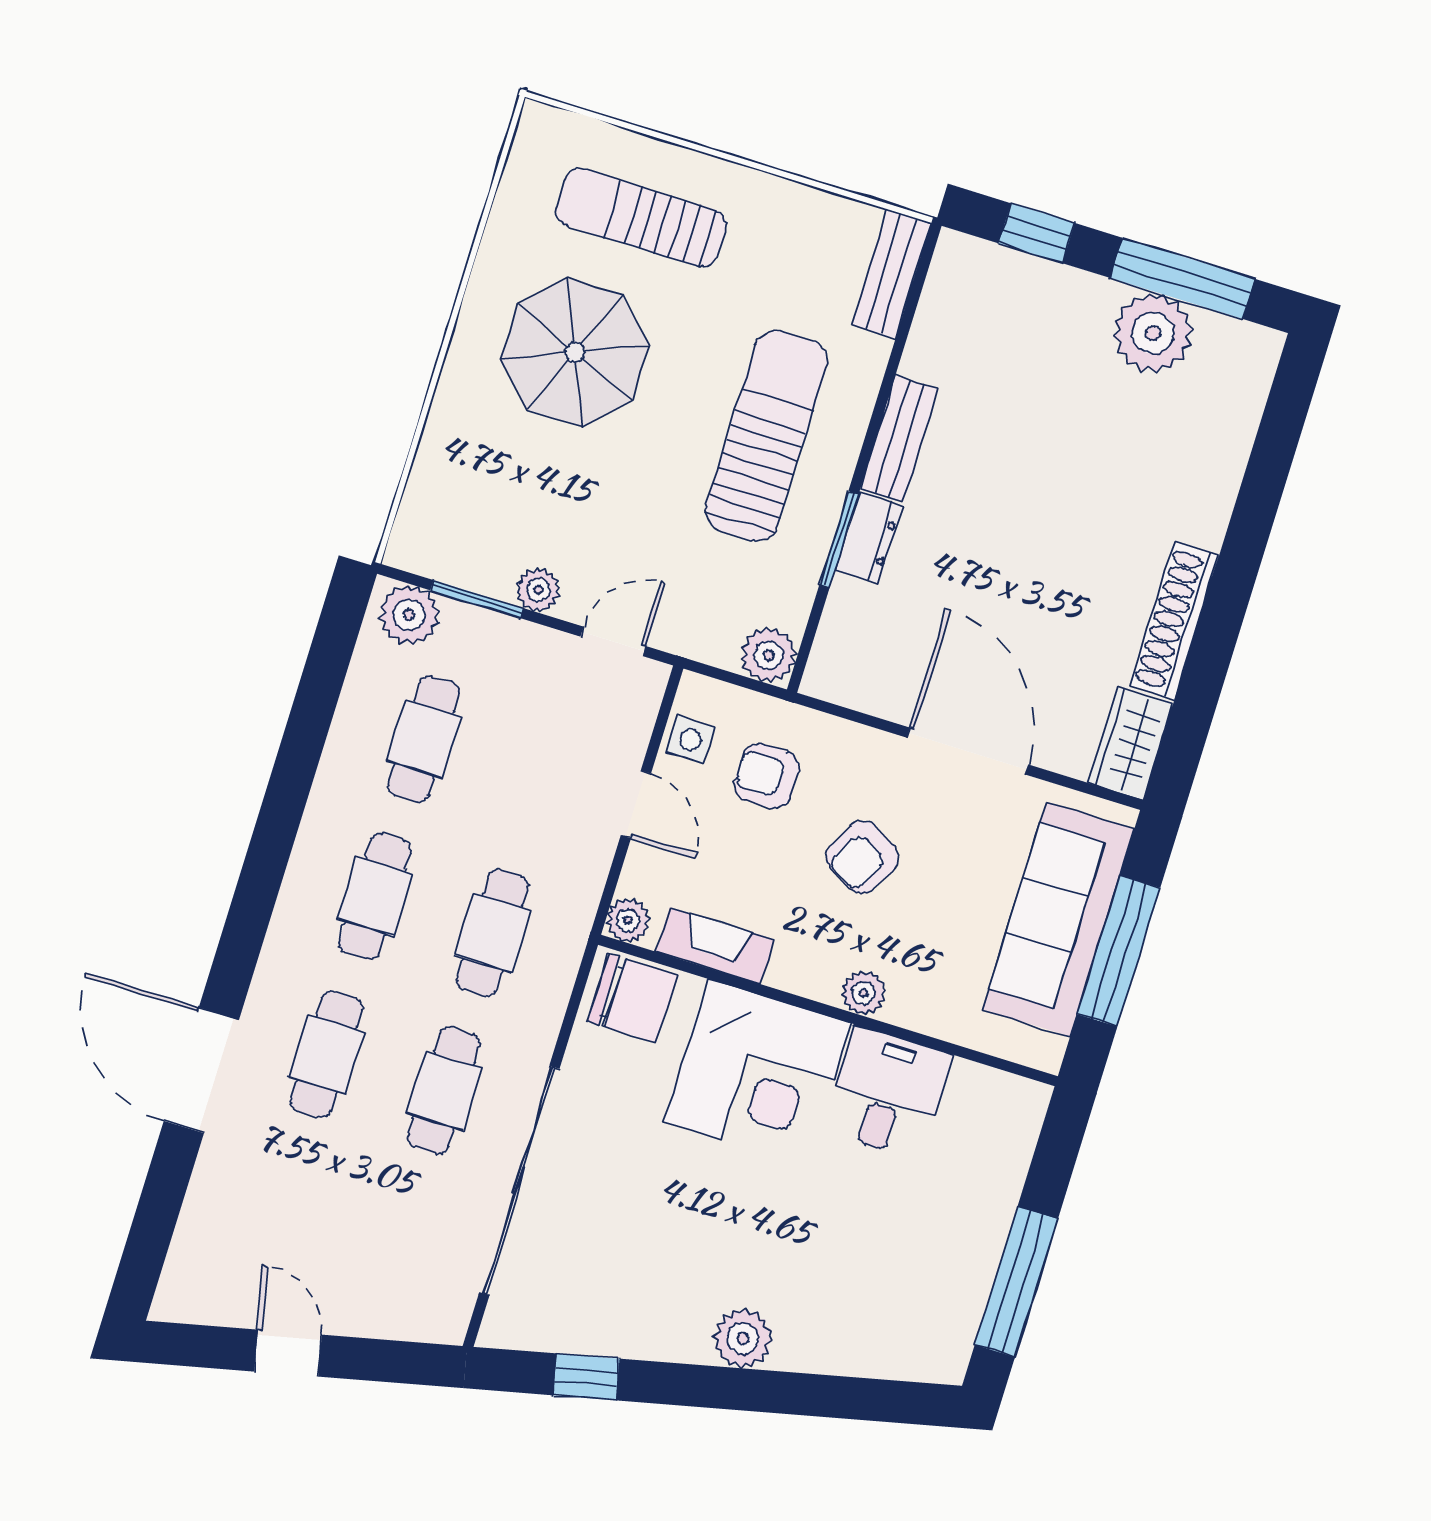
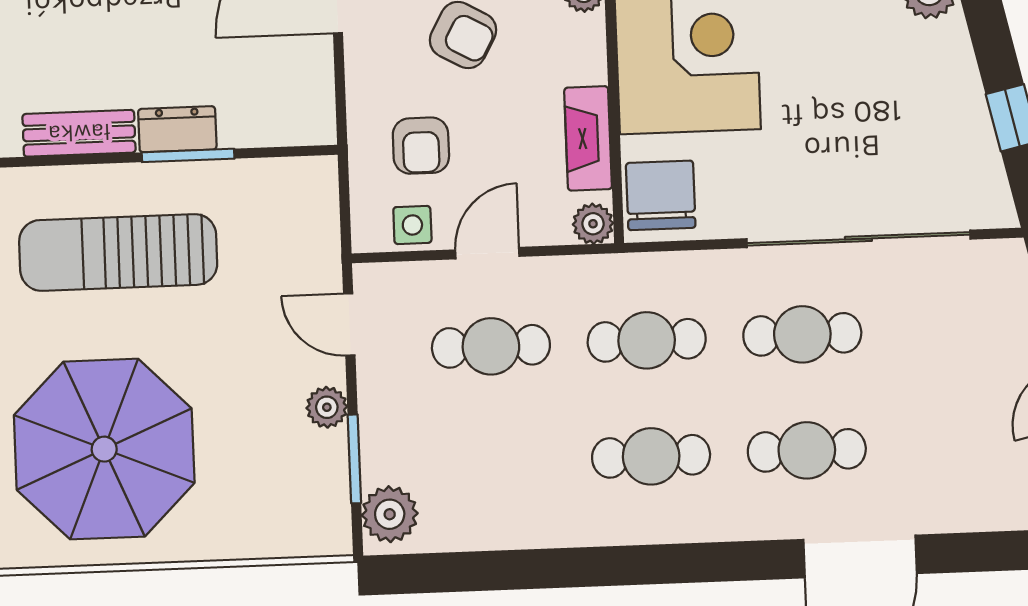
parasol: (575, 353) -> (104, 449), width x1.36, depth x1.36
plant: (769, 655) -> (313, 182), removed
cafe table: (424, 739) -> (491, 346), moved

